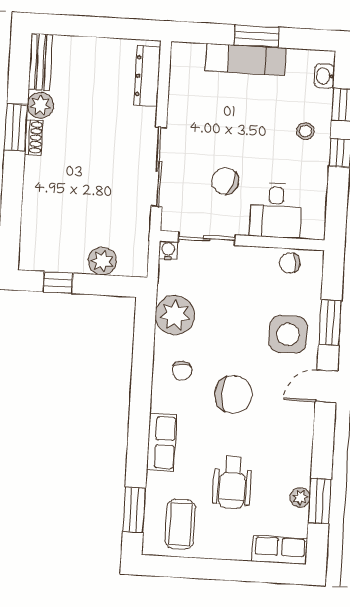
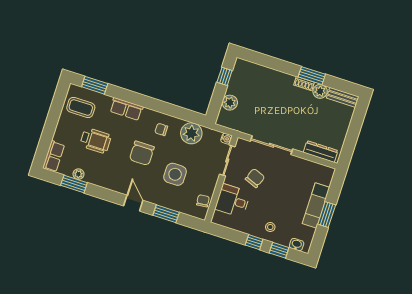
side table: (288, 334) -> (175, 174), moved
wheelchair: (232, 483) -> (96, 141), turned 180

